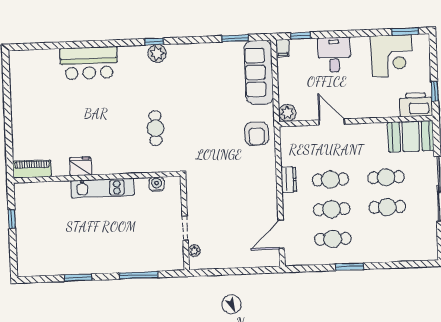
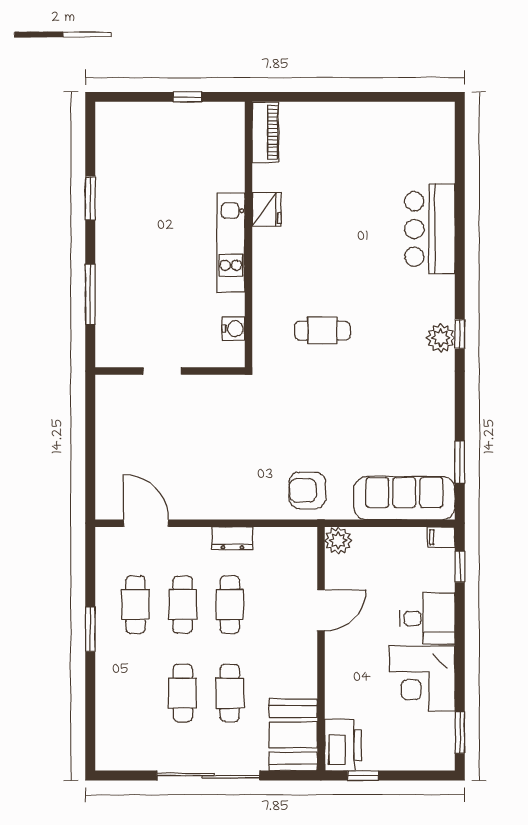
corner desk: (392, 56) -> (422, 679), moved
plant: (194, 251) -> (126, 384), removed

